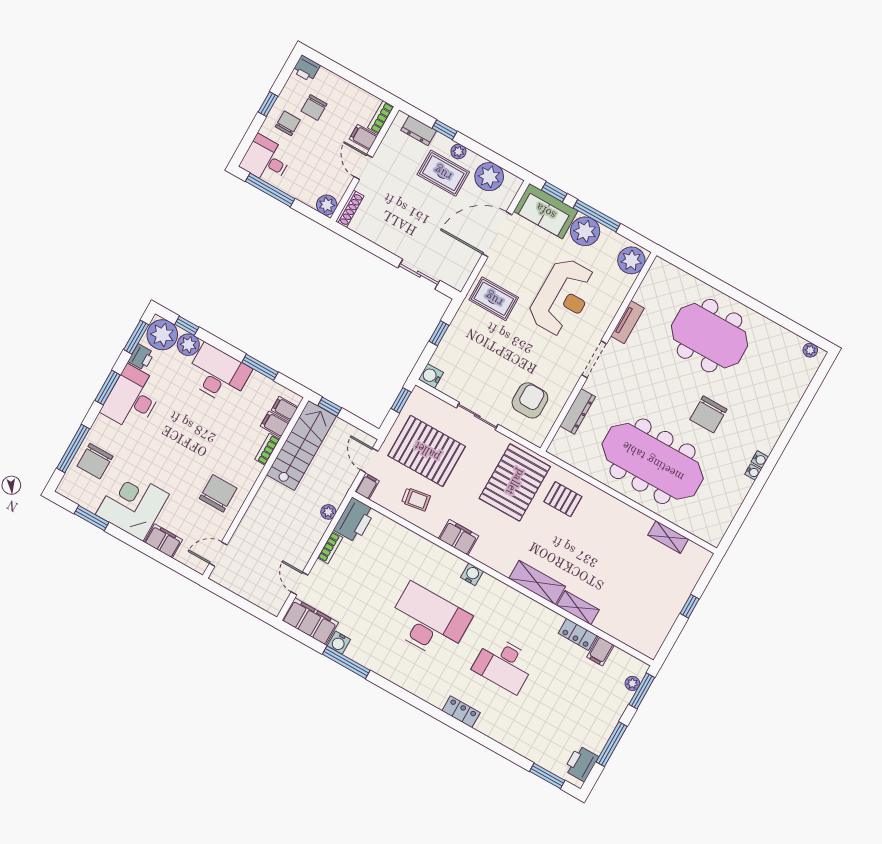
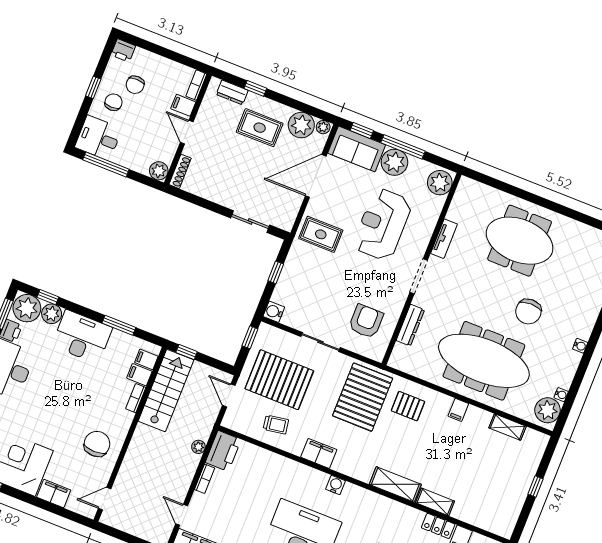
plant: (458, 151) -> (323, 127), moved
reception desk: (563, 297) -> (382, 224), turned 180
water cooler: (753, 472) -> (561, 395), moved
filing cabinet: (367, 486) -> (458, 410), moved, turned 180
plant: (714, 525) -> (548, 410), added

